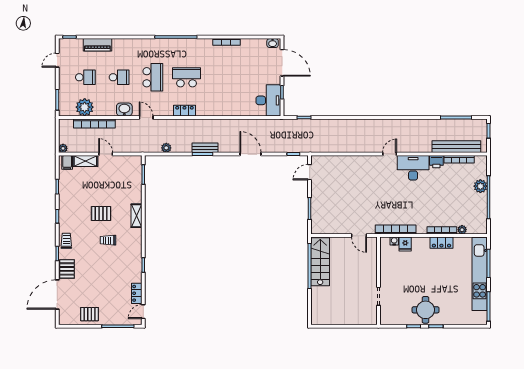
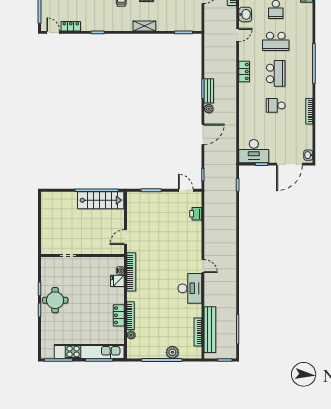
school desk: (220, 77) -> (276, 105), added
plant: (166, 148) -> (209, 109), moved
printer: (436, 162) -> (196, 214), moved

